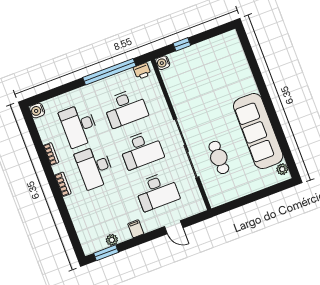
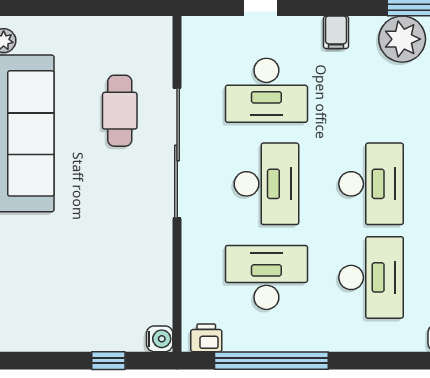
desk: (141, 150) -> (266, 184), turned 90
desk: (157, 191) -> (266, 90), turned 180
plant: (112, 240) -> (402, 39), width x1.88, depth x1.88

